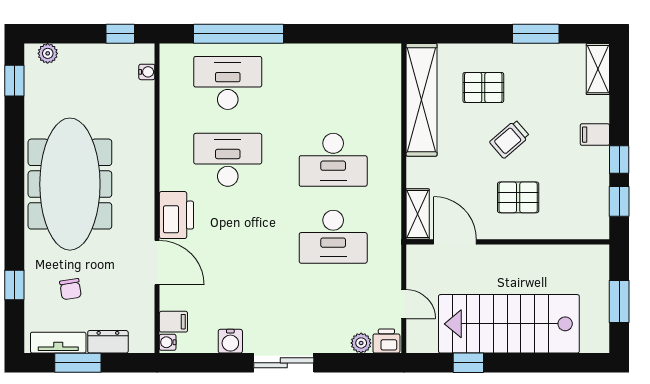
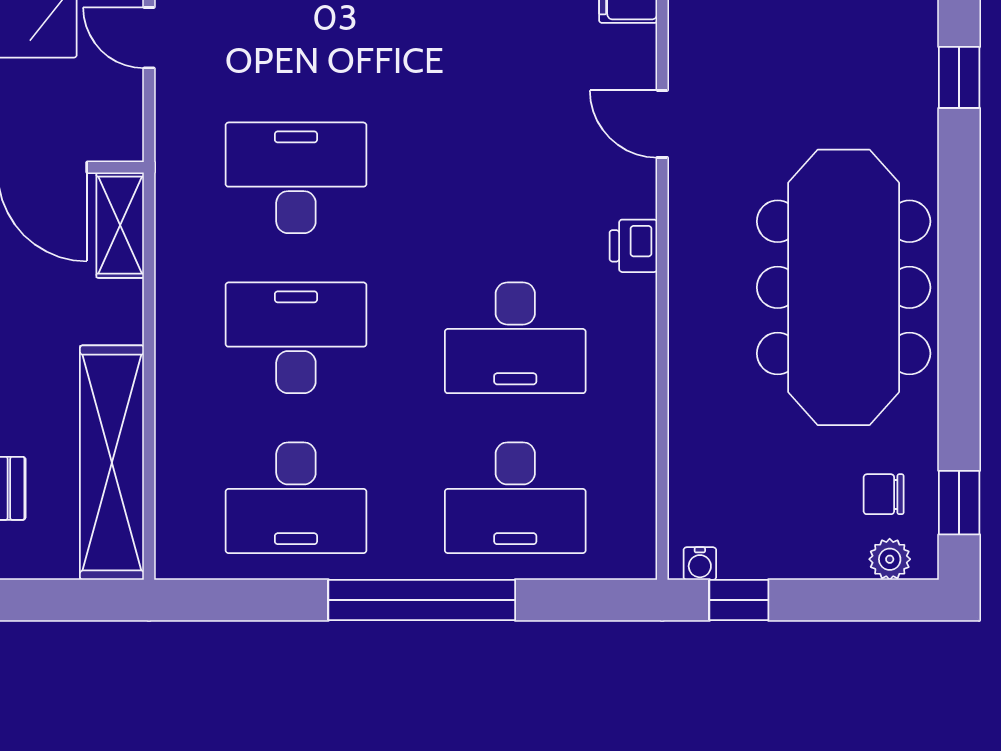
window: (239, 34) -> (422, 600), moved
water cooler: (147, 72) -> (700, 564), moved, turned -90
desk: (333, 83) -> (296, 498), added
printer: (176, 215) -> (633, 246), width x0.53, depth x0.68
door: (157, 263) -> (662, 124), width x0.73
chair: (70, 289) -> (884, 494), moved, turned -81

